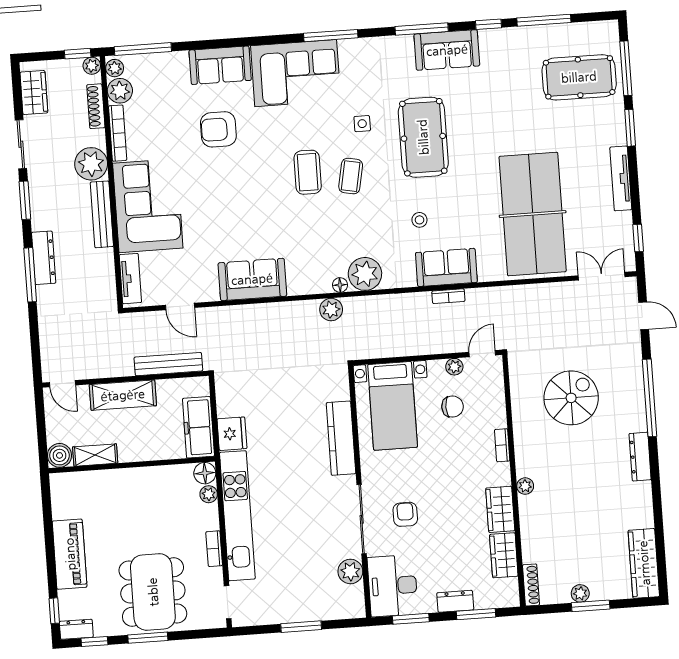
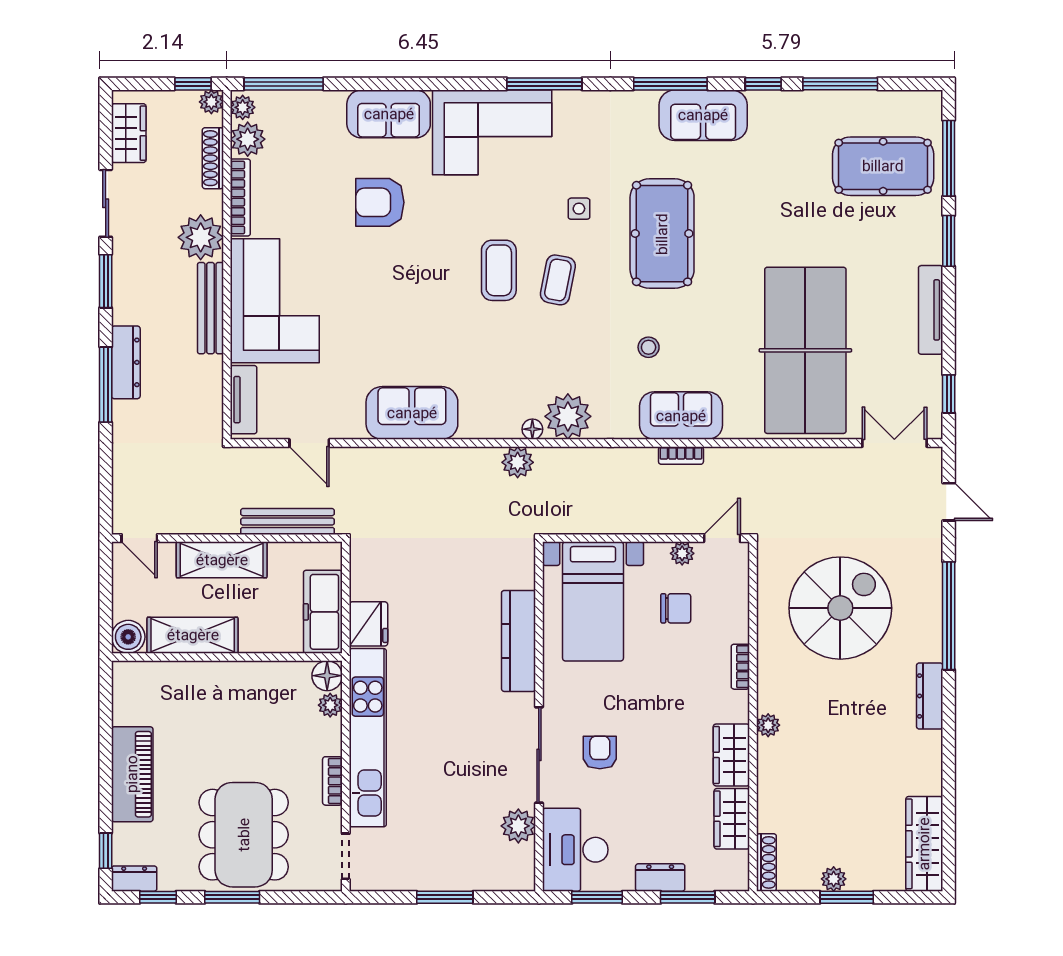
spiral stairs: (571, 398) -> (840, 608), width x1.37, depth x1.37
shelving: (95, 455) -> (193, 635), width x1.50, depth x1.33

